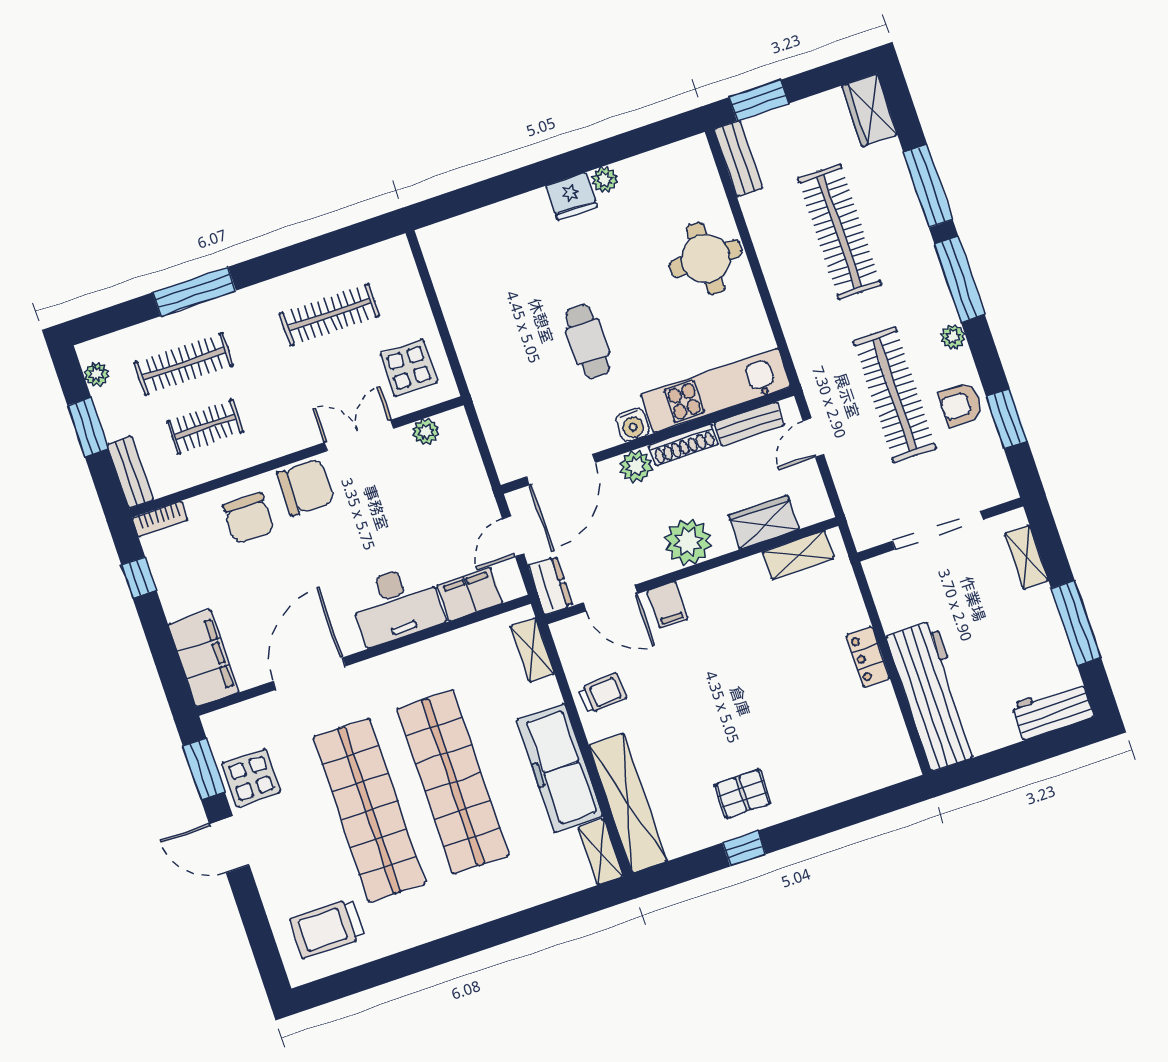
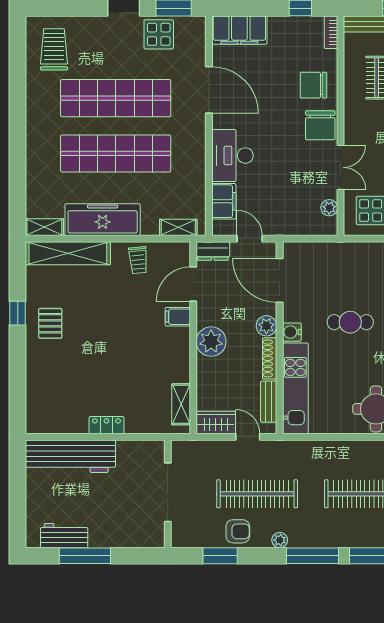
armchair: (961, 404) -> (238, 531), turned 90
wardrobe: (764, 522) -> (216, 423), moved, turned -90
shelving: (1026, 557) -> (134, 540), removed
workbench: (1053, 710) -> (64, 536), moved, turned -90

